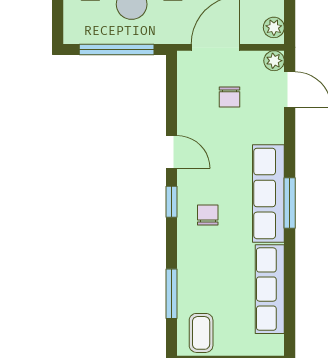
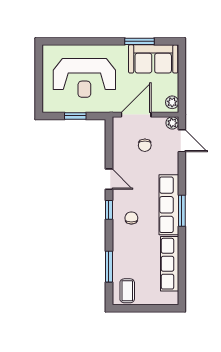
window: (117, 50) -> (75, 116), width x0.46

